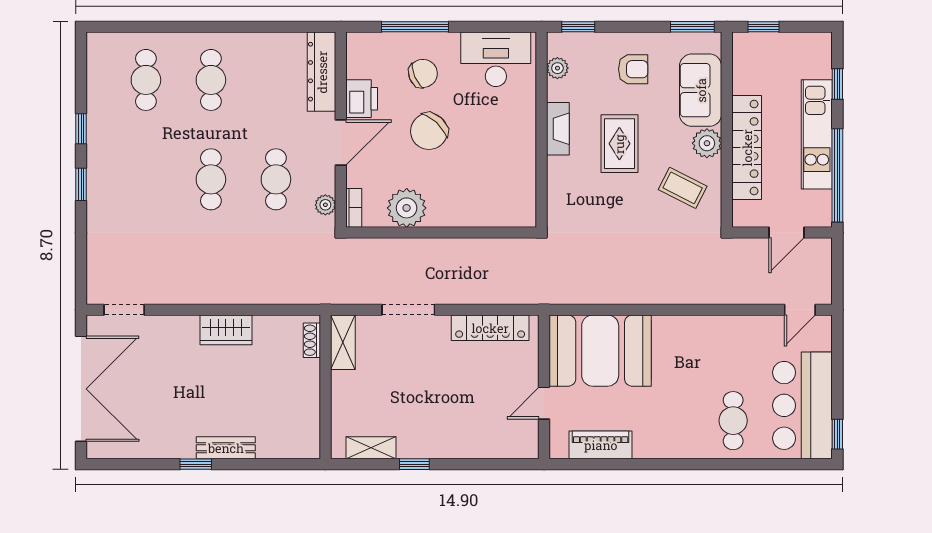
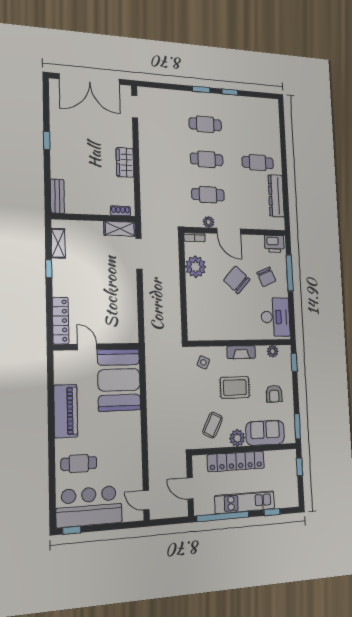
dresser: (322, 72) -> (276, 196), moved, turned -90
cafe table: (146, 80) -> (205, 124), moved
printer: (362, 99) -> (274, 244), moved
side table: (574, 200) -> (203, 362), added
plant: (325, 205) -> (209, 222), moved
doorway: (408, 310) -> (139, 254), moved
locker: (490, 328) -> (61, 321), moved, turned 180
piano: (601, 445) -> (66, 411), moved, width x1.37, depth x1.33
bench: (226, 448) -> (57, 196), moved

